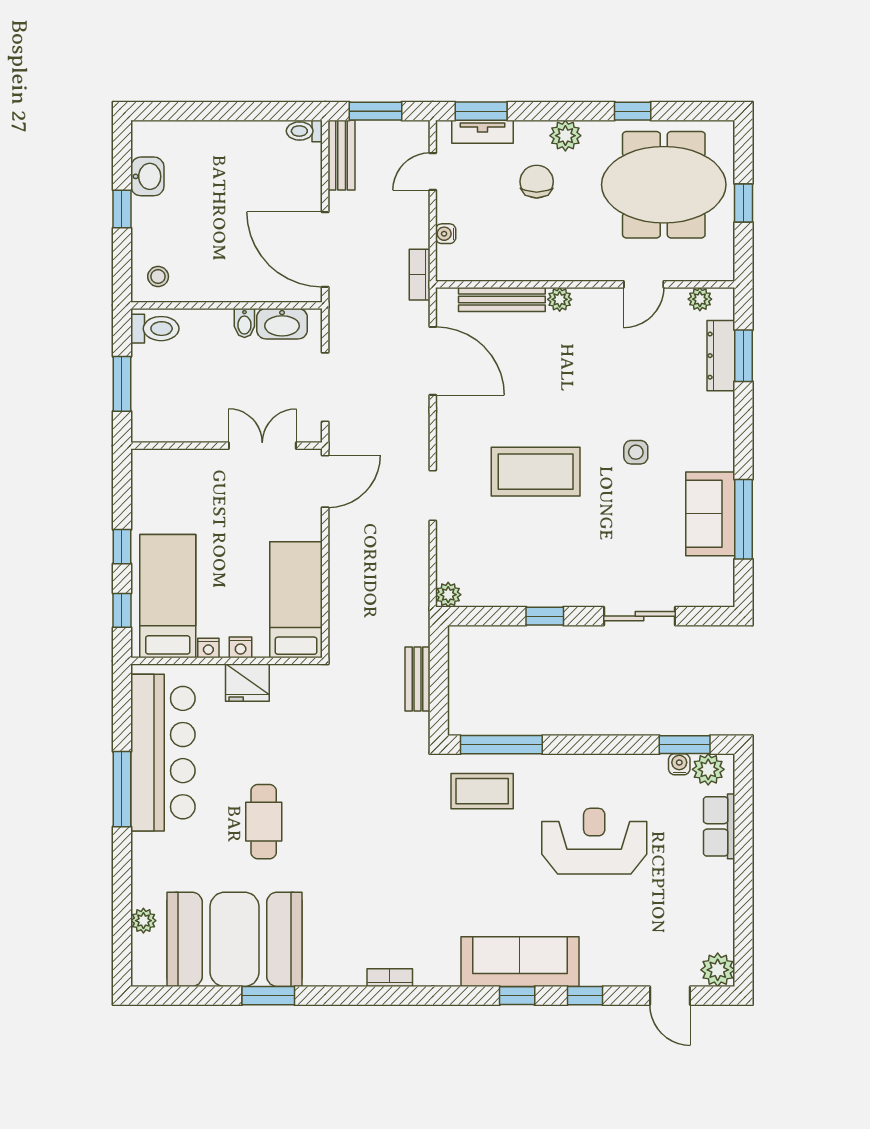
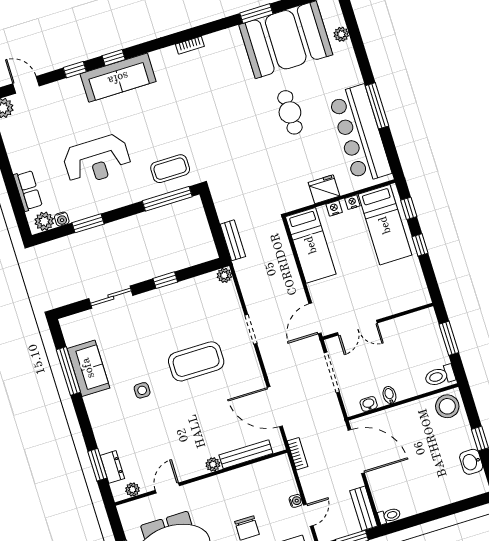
water cooler: (446, 234) -> (296, 501), moved
stool: (158, 277) -> (447, 406), width x1.89, depth x1.89
washbasin: (282, 324) -> (369, 404), width x0.52, depth x0.69
dresser: (721, 356) -> (112, 467), width x0.70
bench: (417, 679) -> (233, 240), moved
window: (685, 745) -> (88, 223), moved

